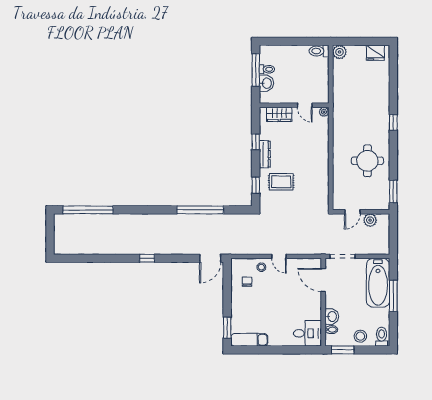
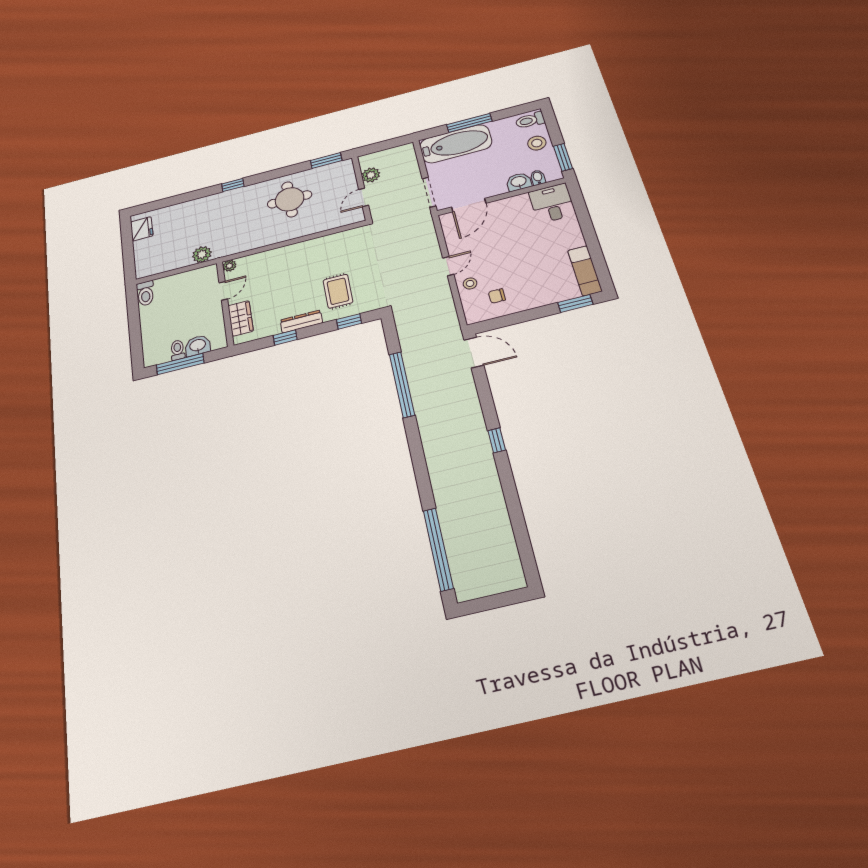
plant: (340, 52) -> (202, 254), moved
door: (352, 212) -> (364, 197), swing flipped

